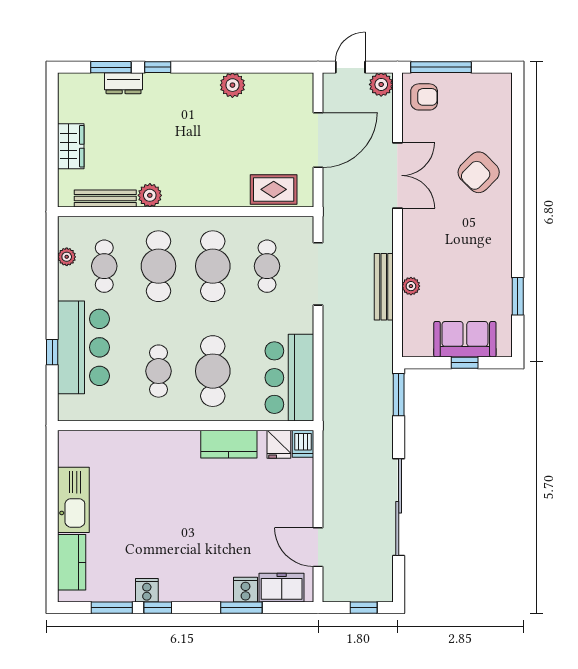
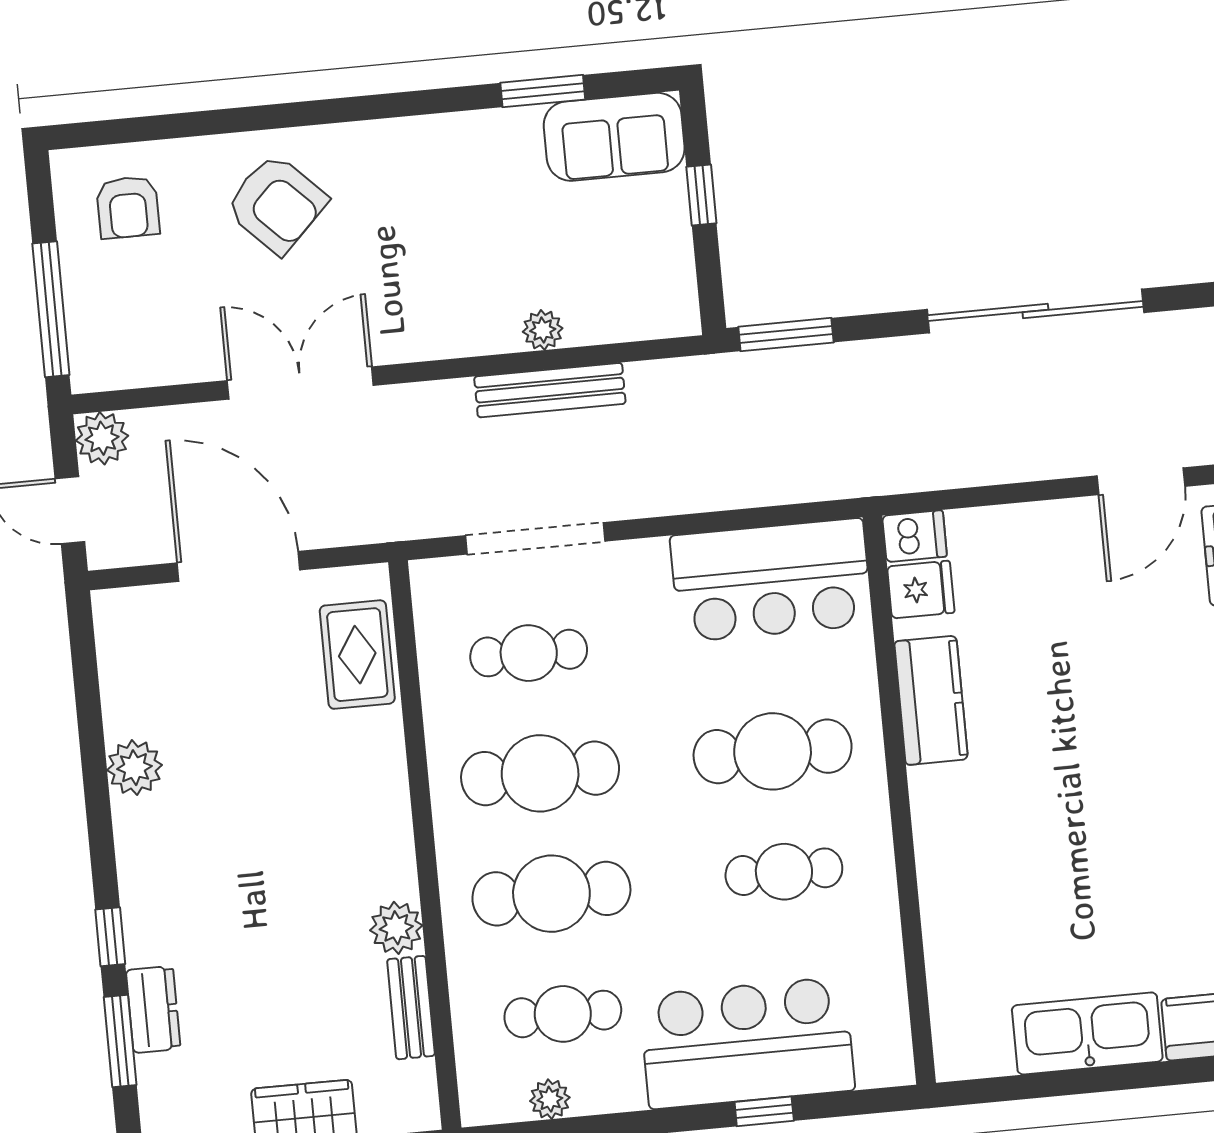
armchair: (424, 97) -> (128, 207), moved, turned 180
bench: (105, 199) -> (411, 1008), width x0.73
sofa: (465, 339) -> (614, 137), moved, turned -90

